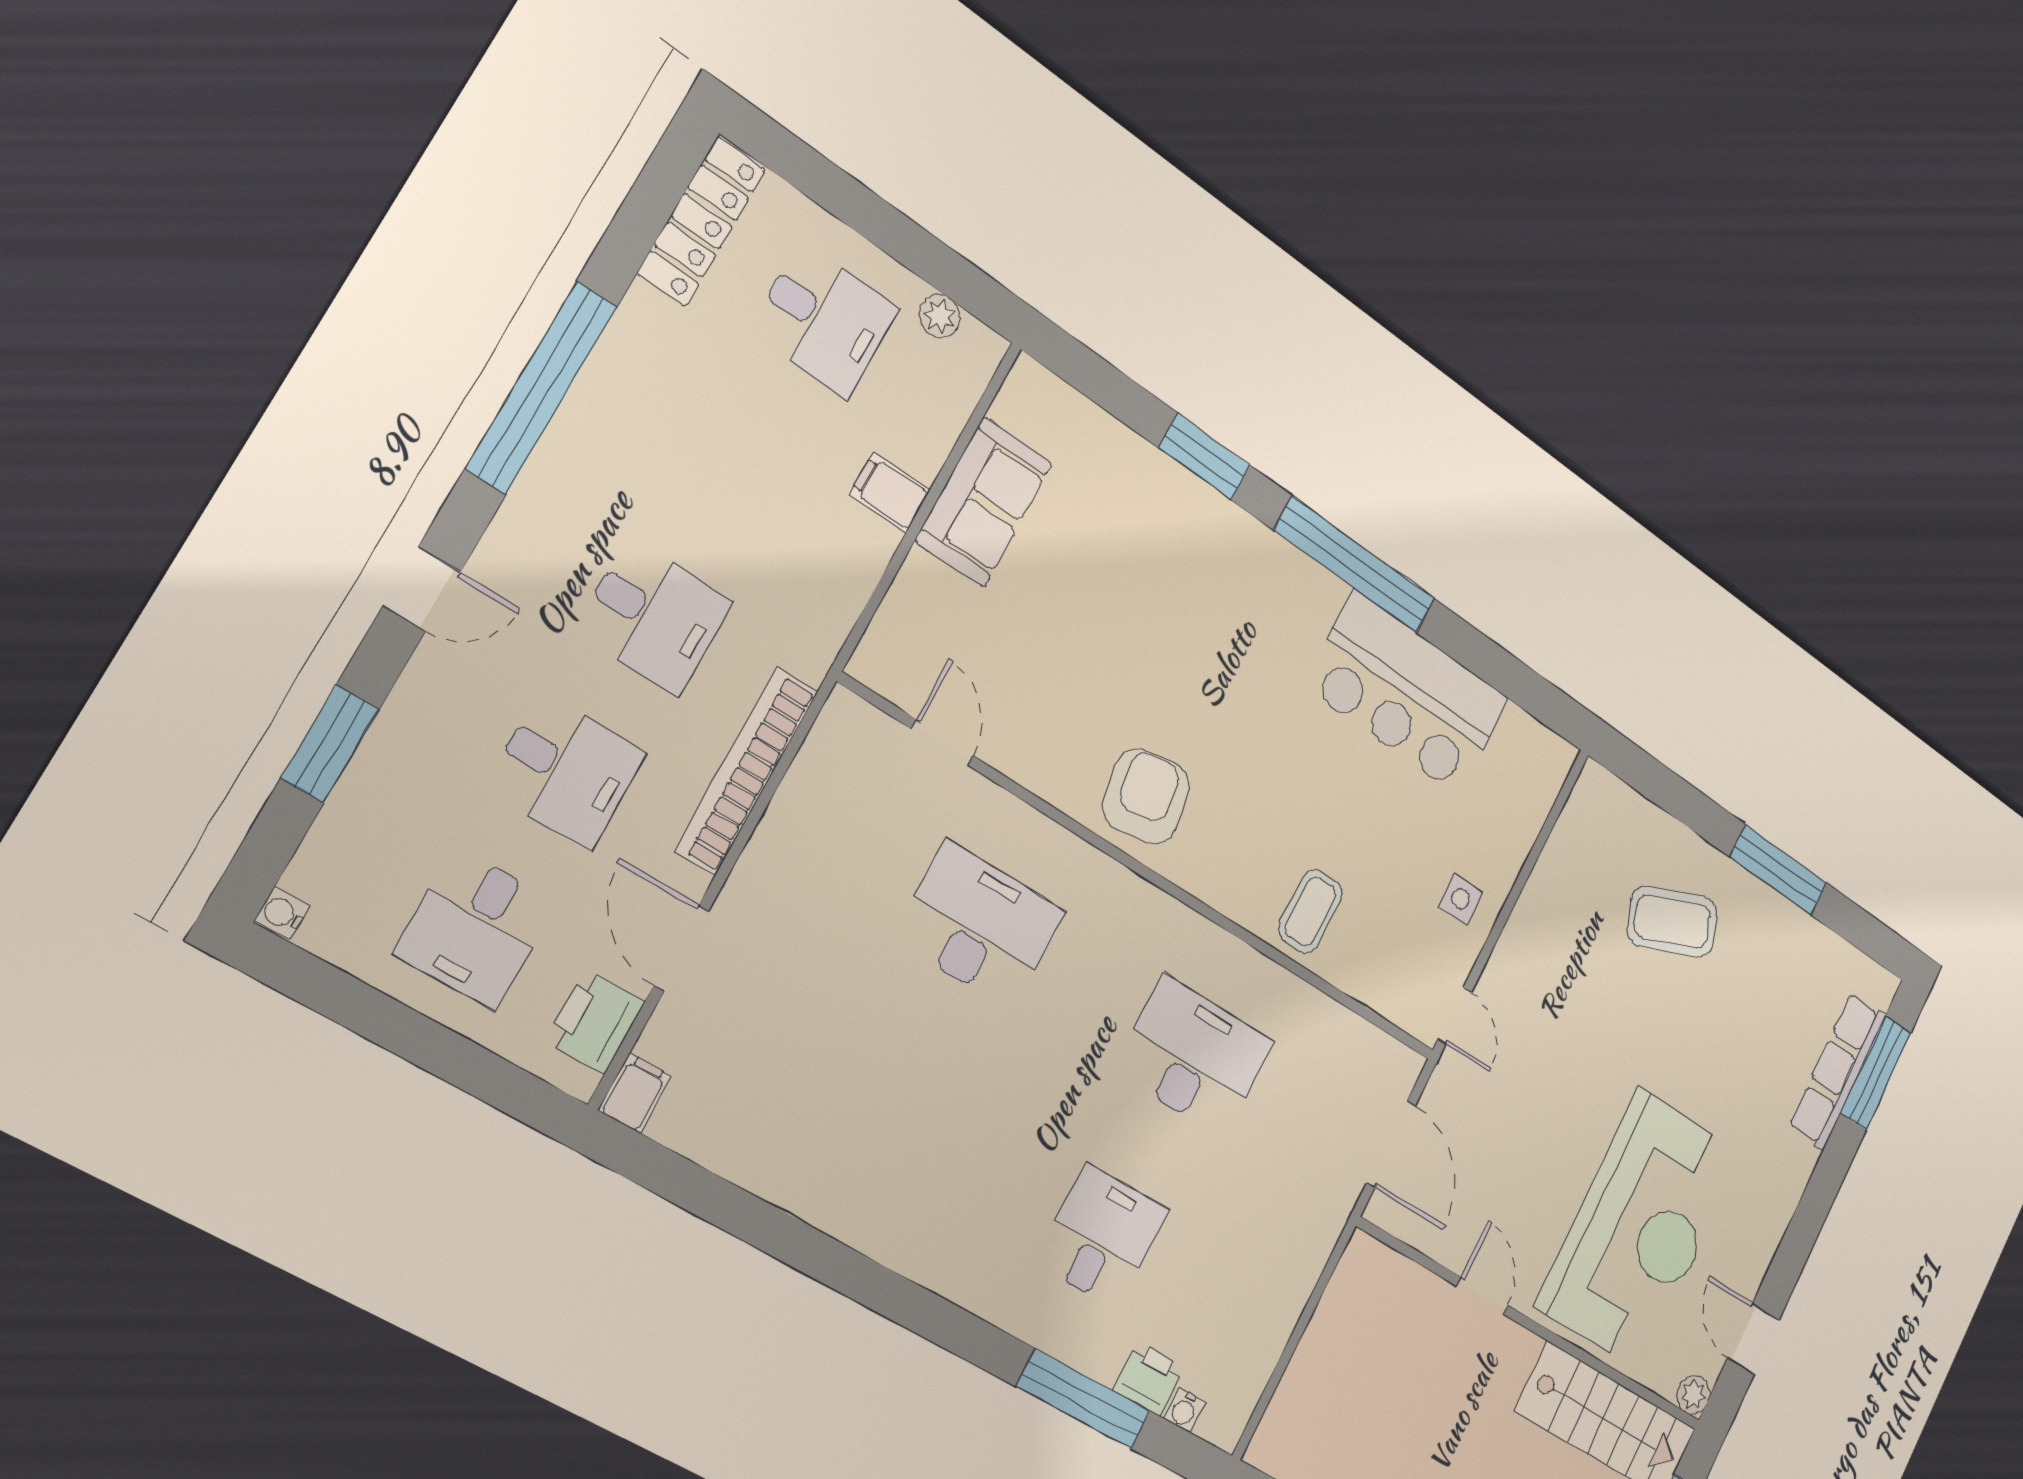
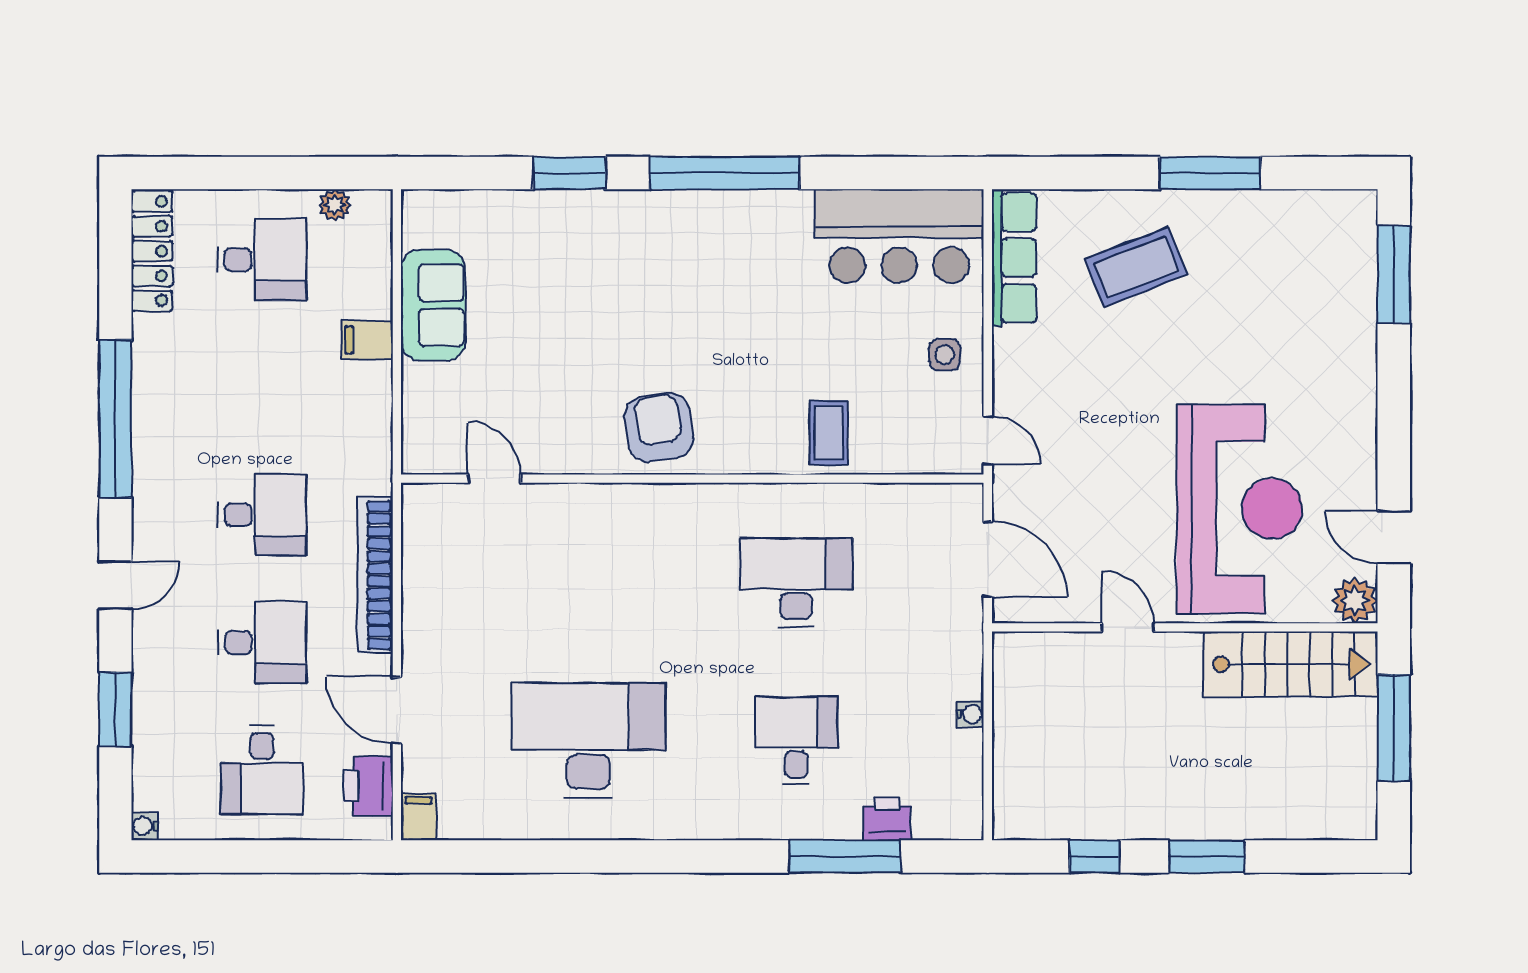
bar counter: (1407, 693) -> (899, 236), moved
desk: (980, 925) -> (588, 741), moved, width x1.36, depth x1.30
row of seats: (1837, 1071) -> (1014, 258), moved, turned 180
plant: (1693, 1395) -> (1355, 600), width x1.38, depth x1.38
water cooler: (1184, 1410) -> (970, 714), moved, turned -90

